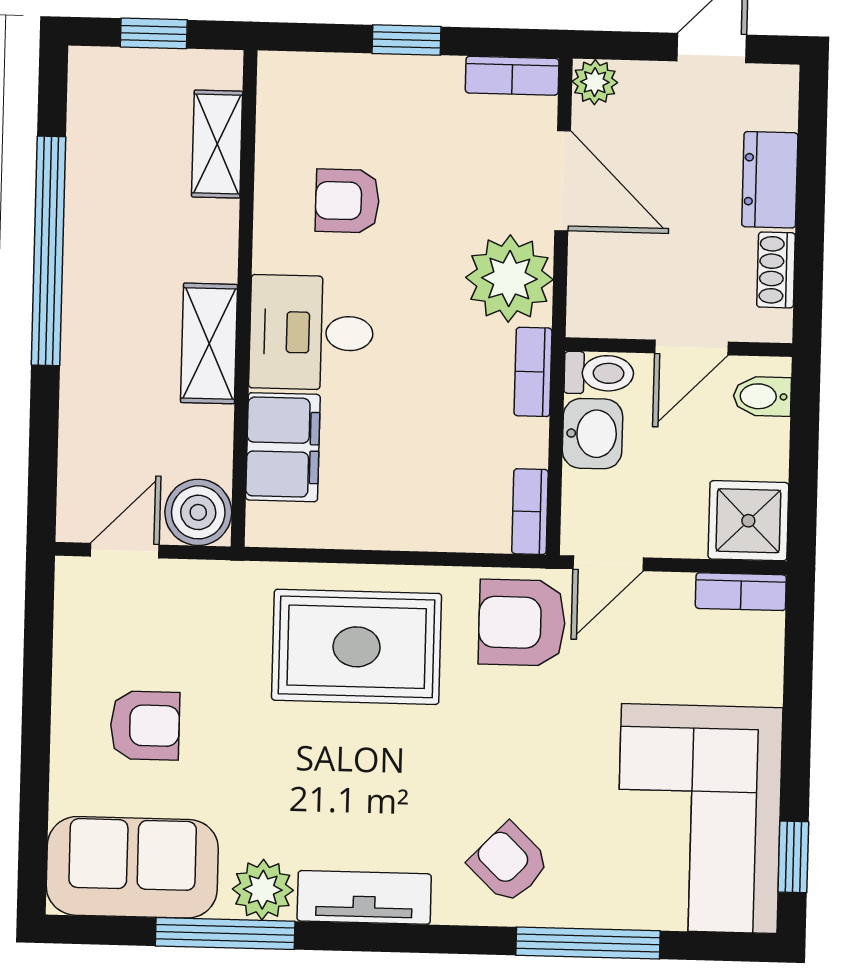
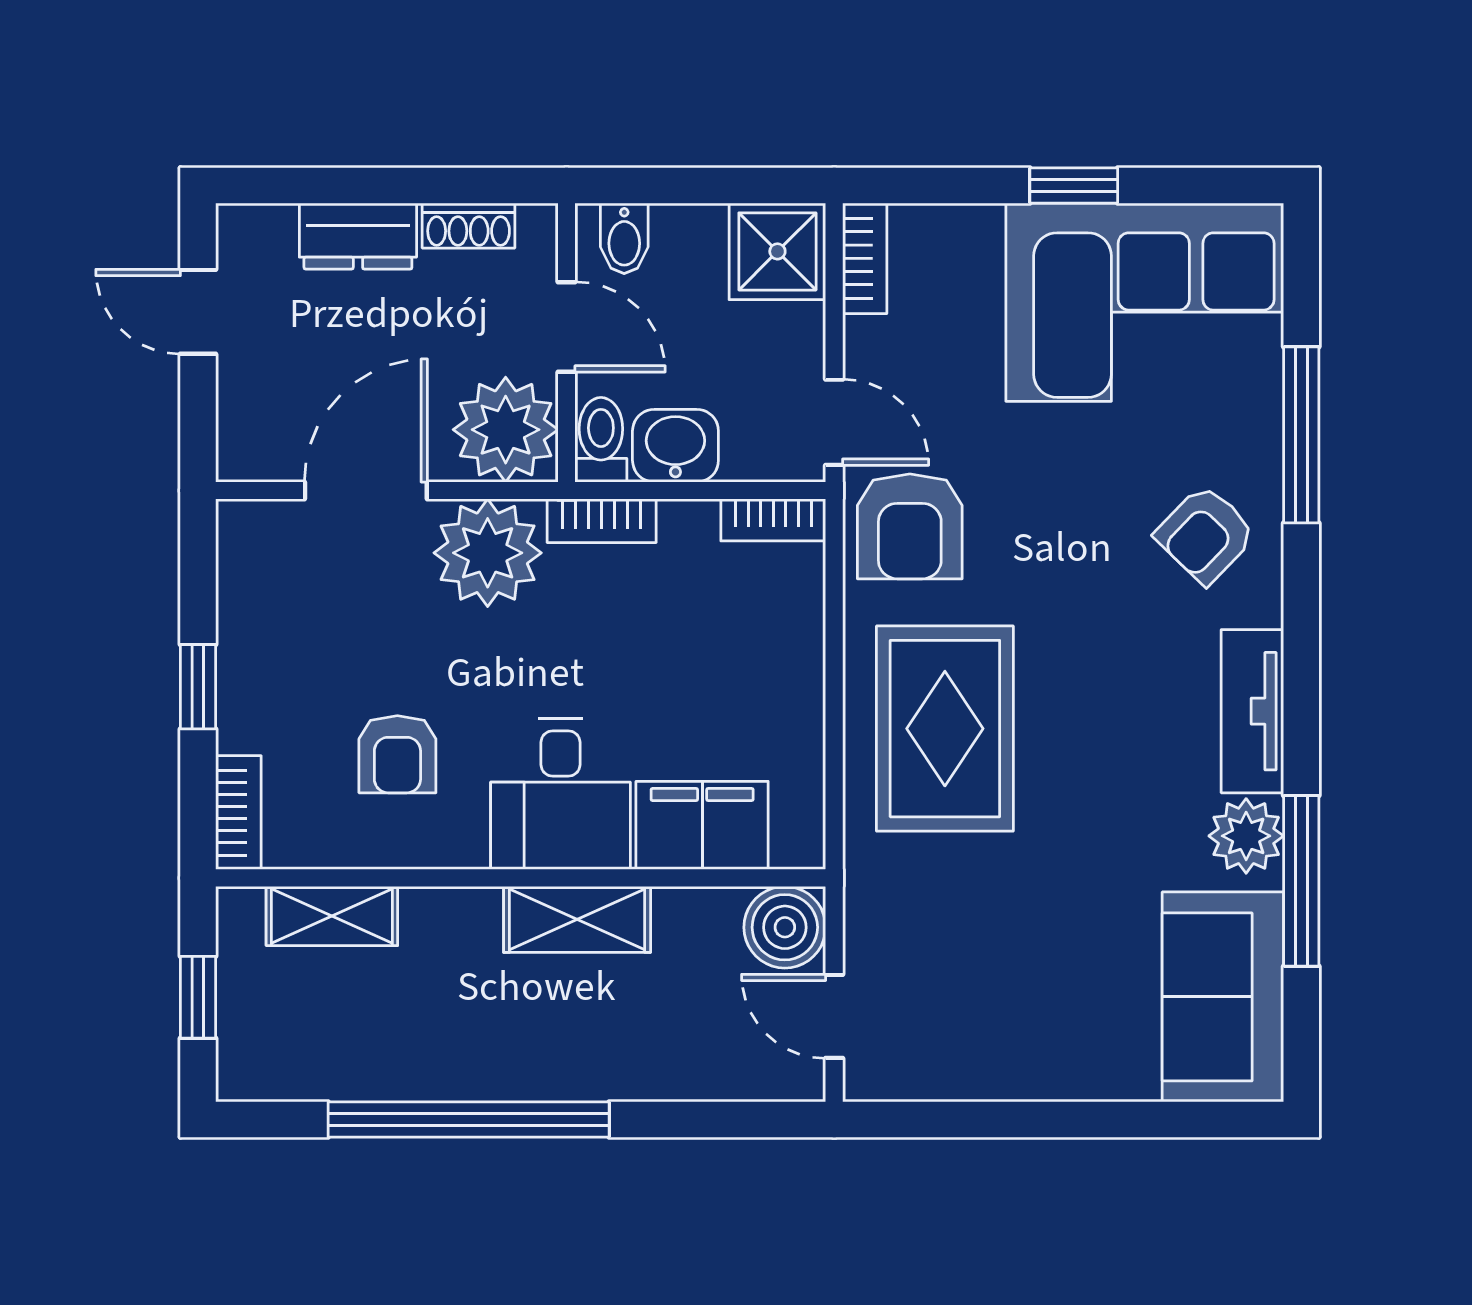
bookcase: (512, 76) -> (238, 813), moved
plant: (595, 82) -> (506, 430), moved, width x1.88, depth x1.88
armchair: (145, 725) -> (1048, 986), removed
window: (793, 857) -> (1074, 185), moved

